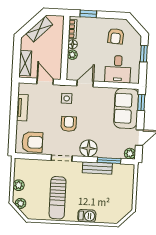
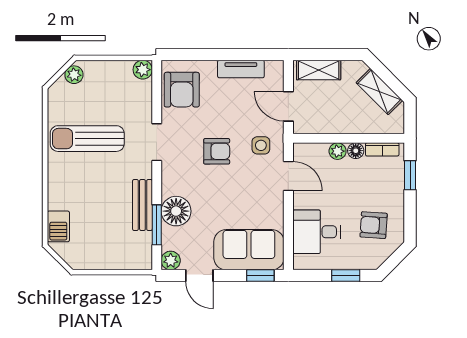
door: (45, 81) -> (288, 106), swing flipped
floor lamp: (88, 148) -> (176, 211), moved
plant: (19, 185) -> (143, 70), moved
barbecue: (87, 216) -> (58, 226), moved

